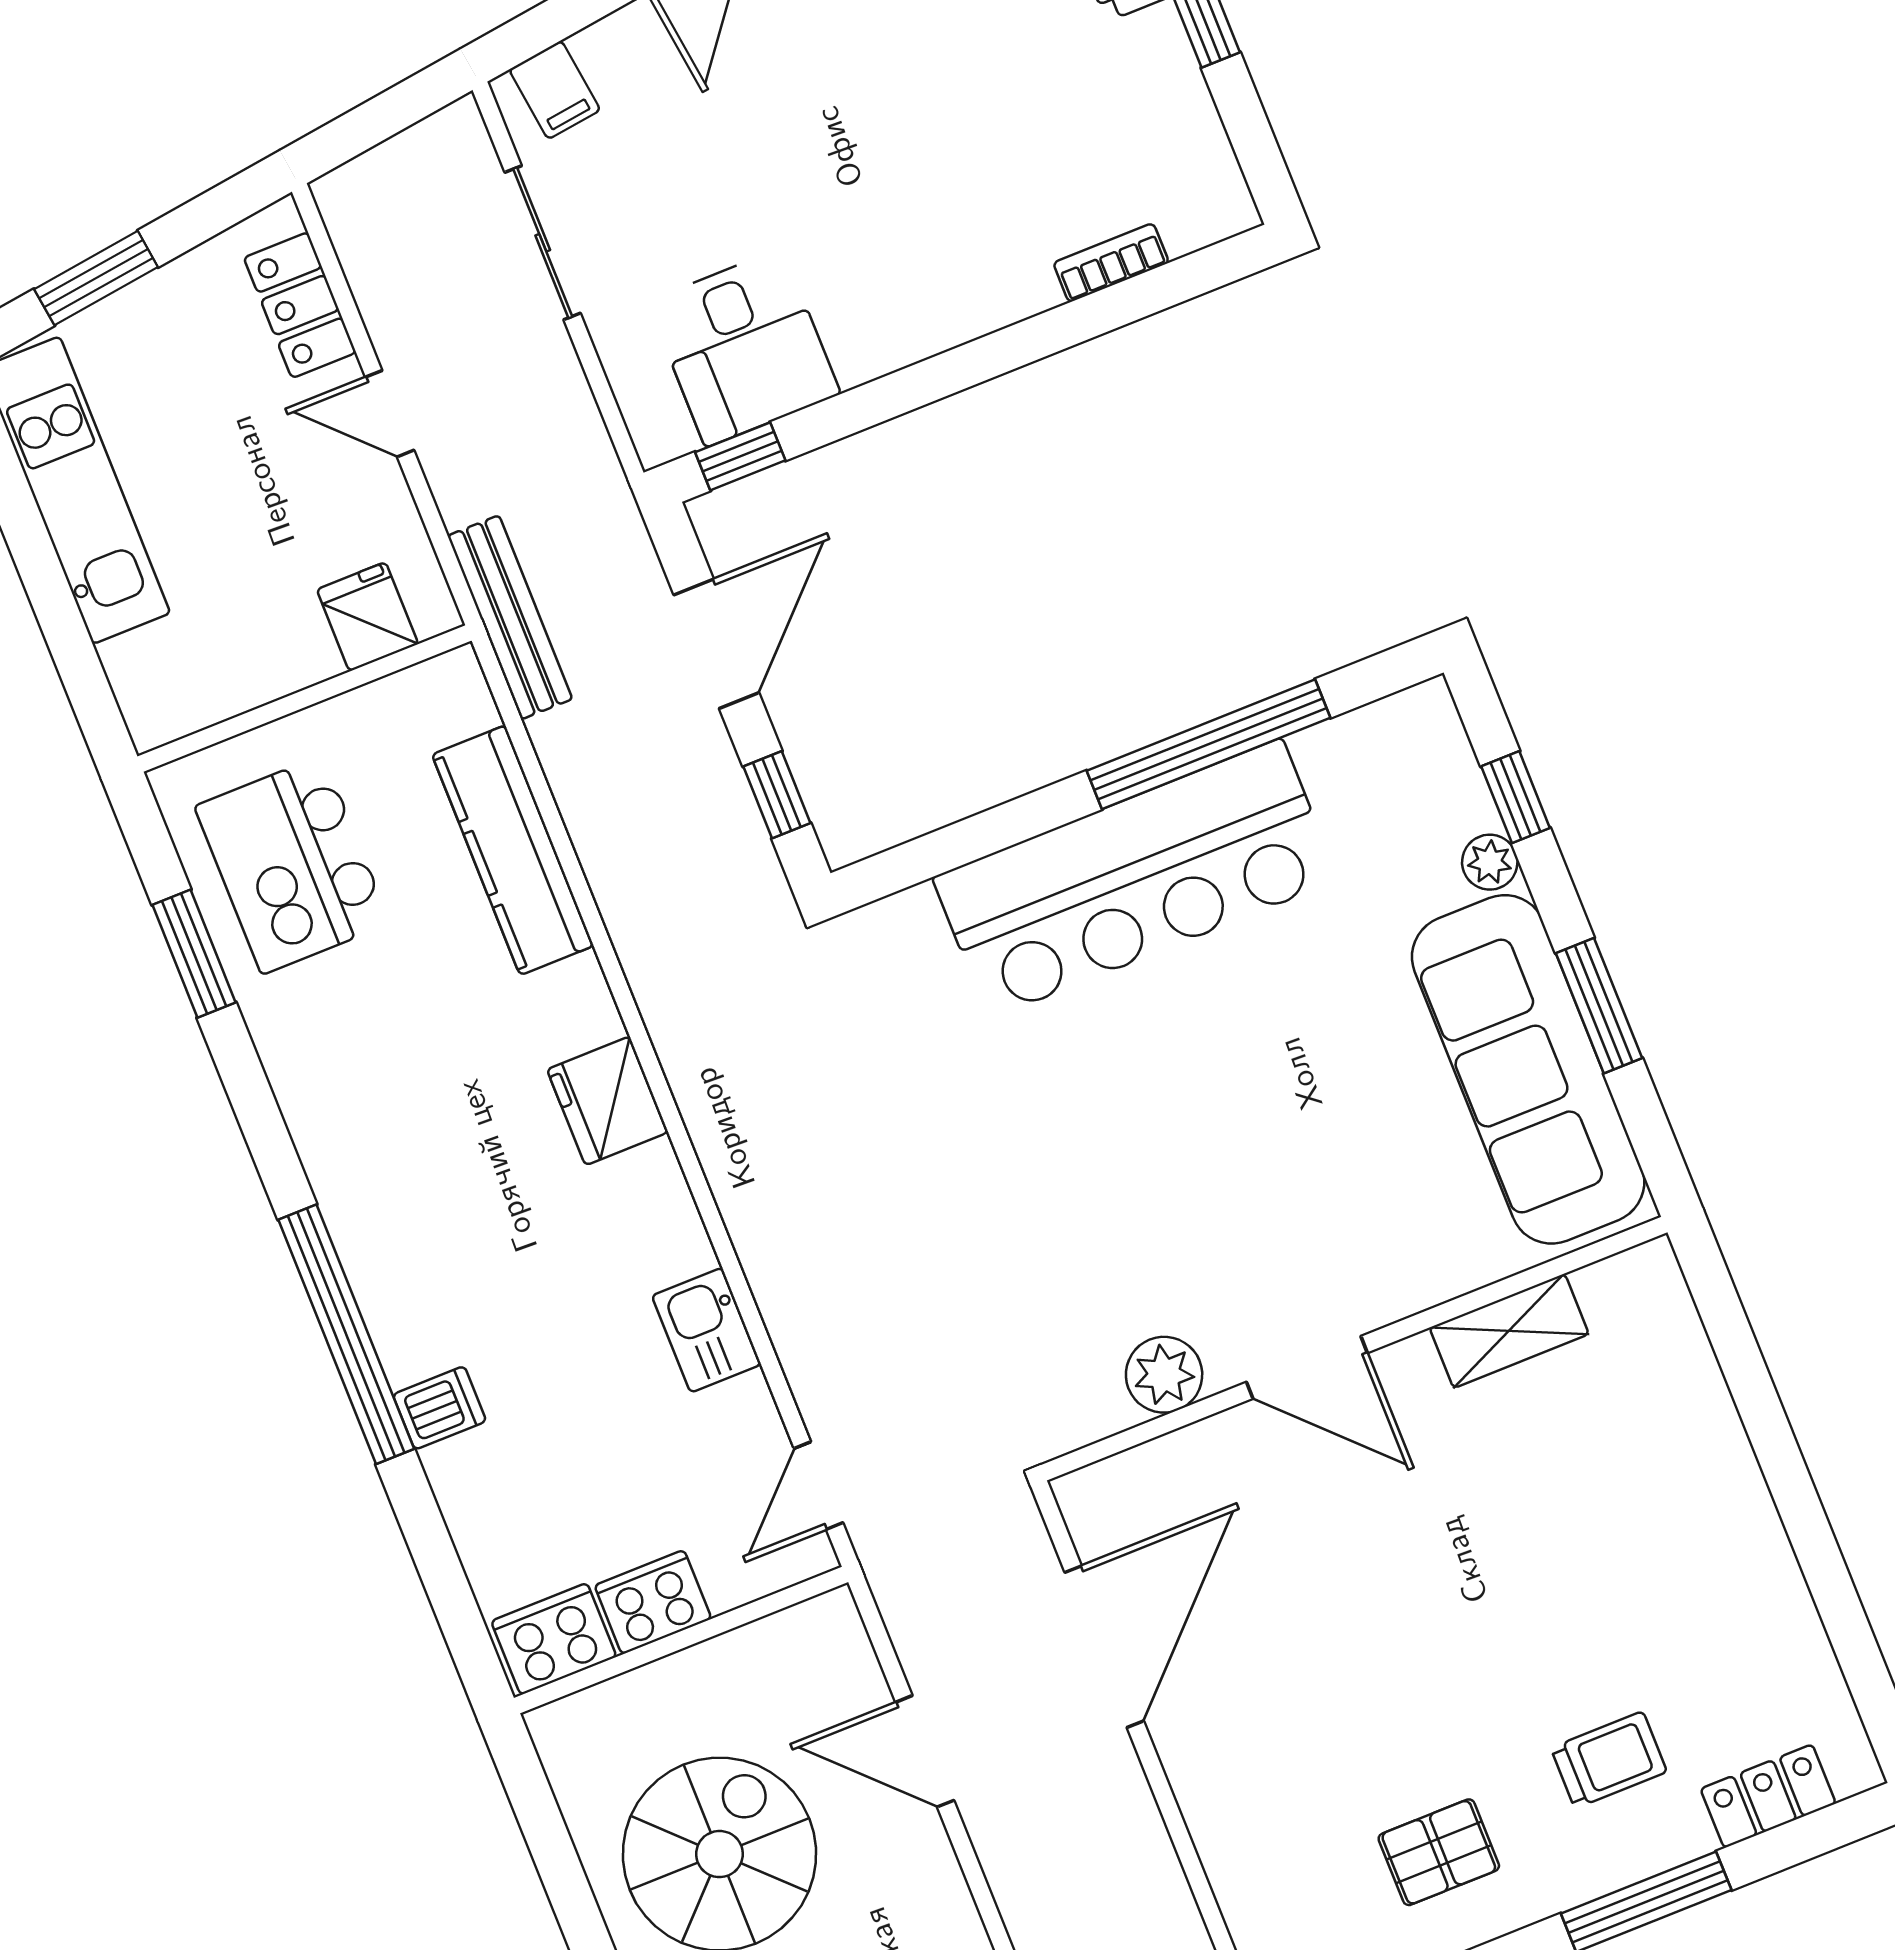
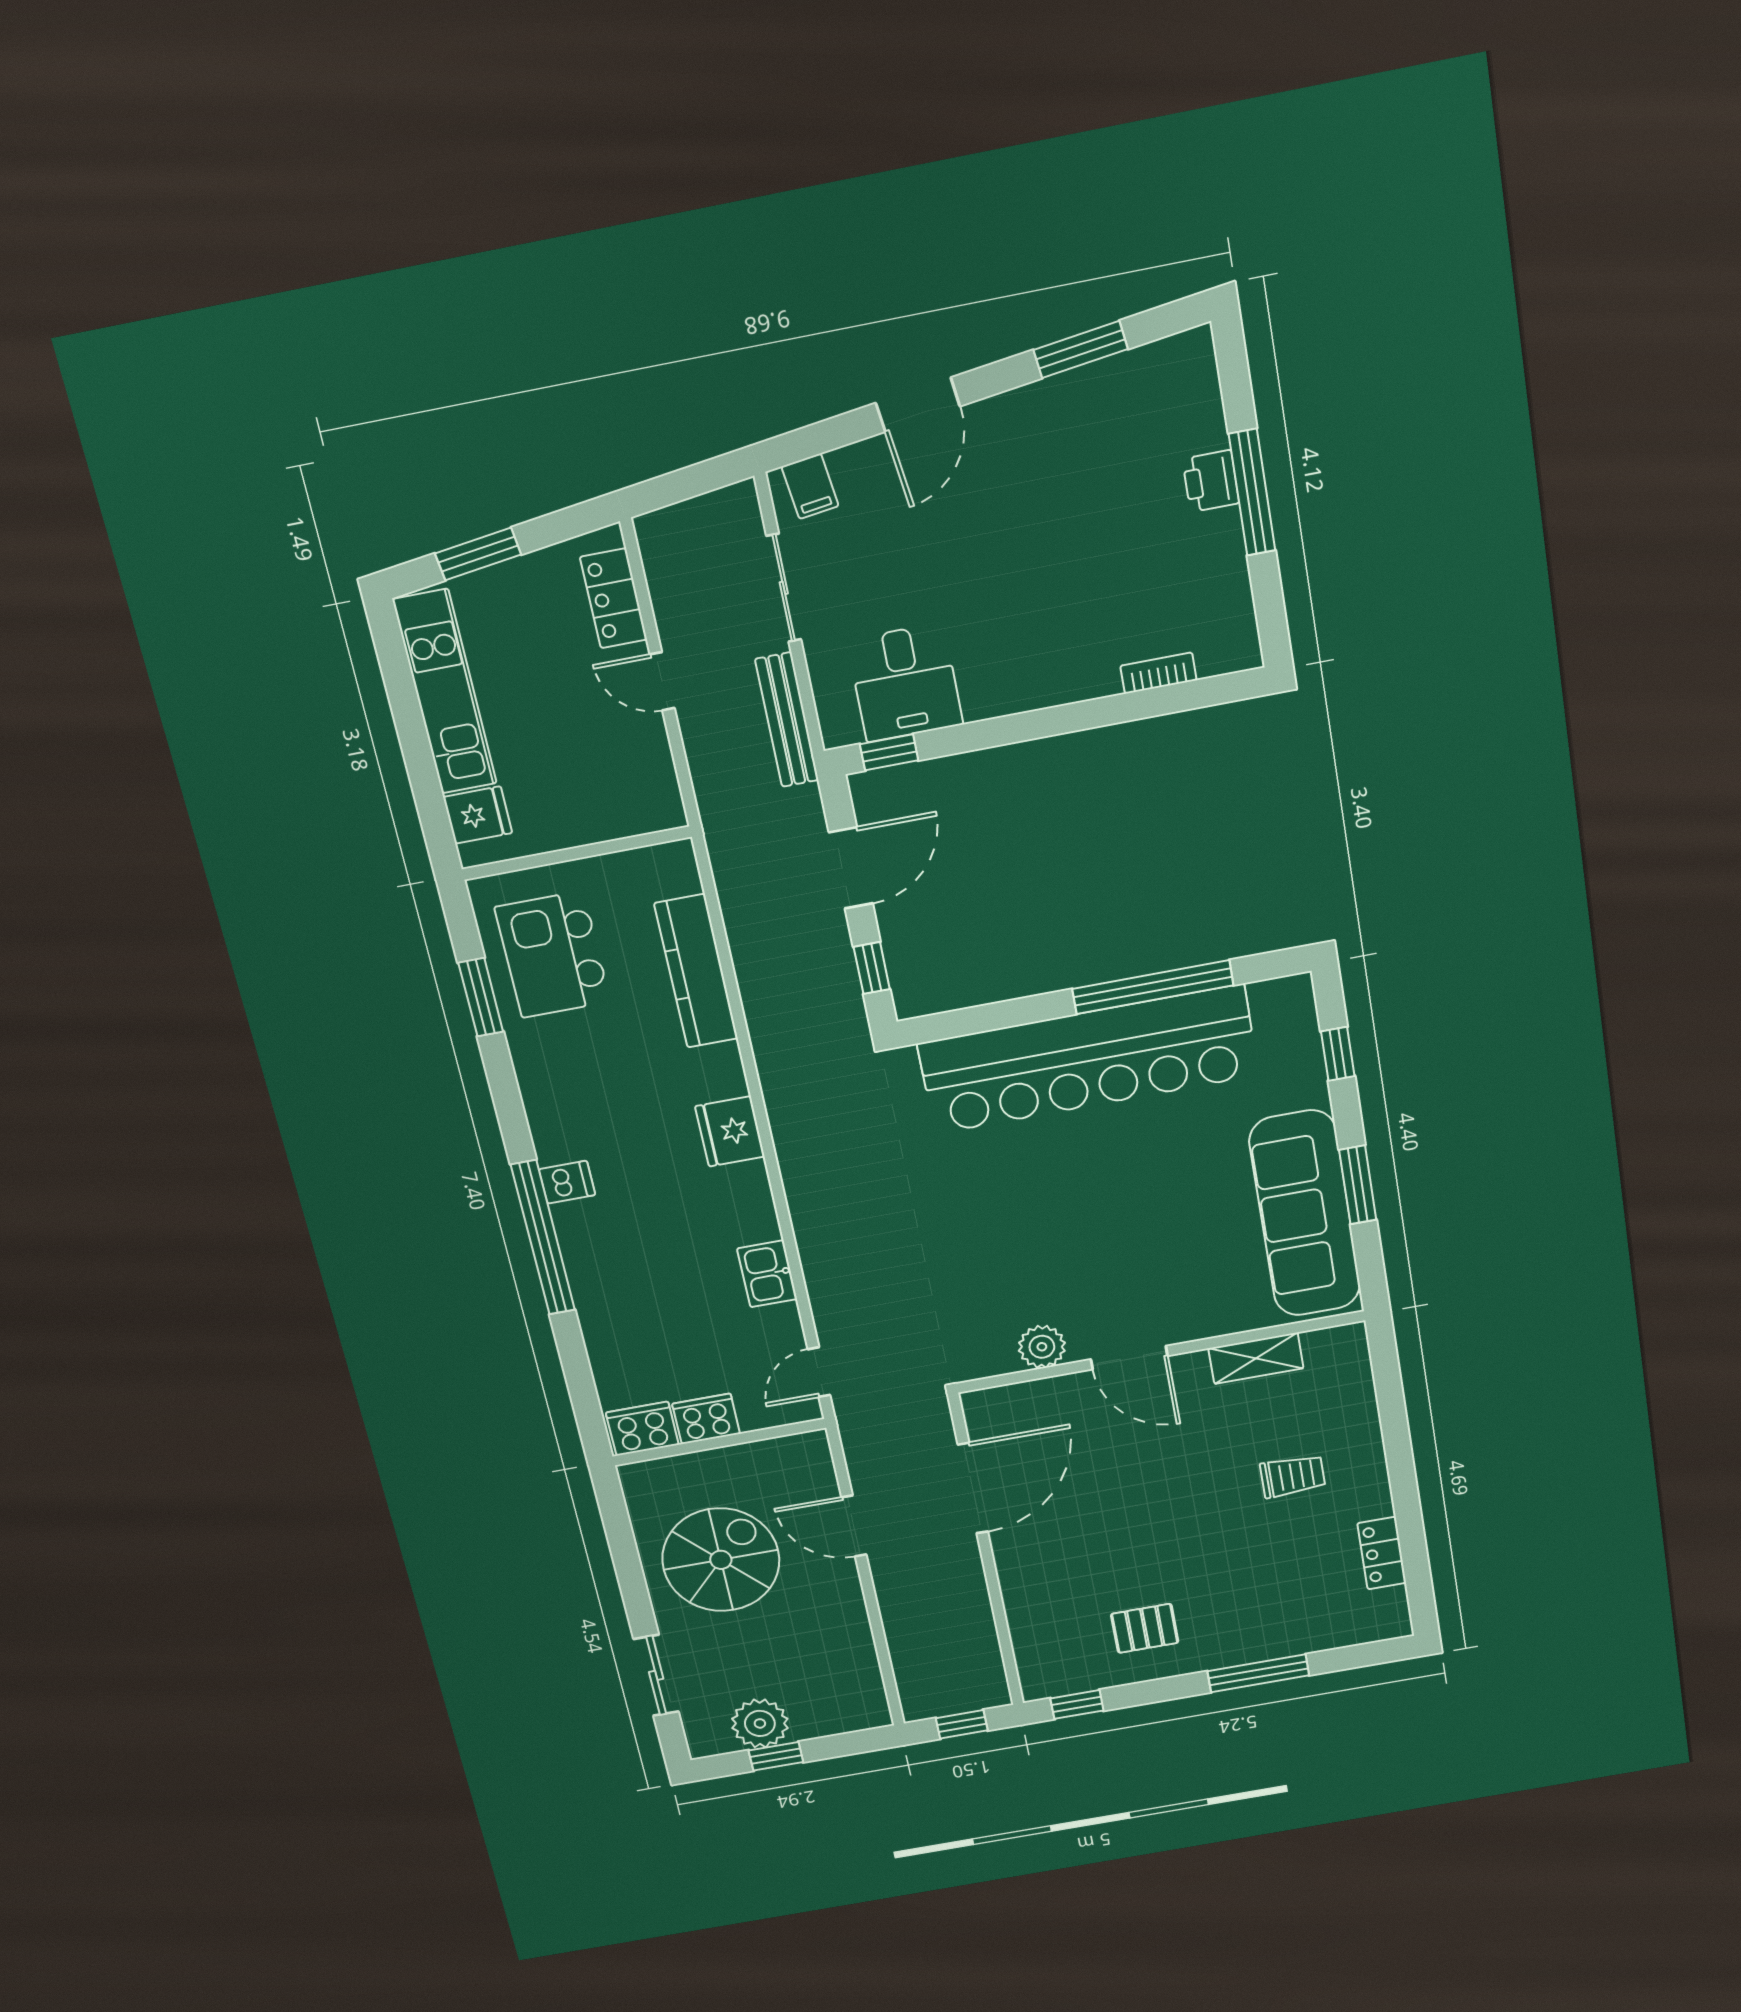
fridge: (367, 617) -> (478, 815), moved, turned 90
bench: (510, 617) -> (787, 720), moved
plant: (1490, 862) -> (1312, 1089), removed
bar counter: (1135, 879) -> (1088, 1059), width x1.36
dishwasher: (439, 1408) -> (567, 1182), moved
trolley: (1609, 1760) -> (1293, 1476), moved
locker: (1768, 1796) -> (1382, 1553), moved, turned -90

